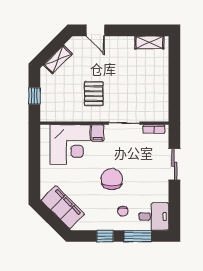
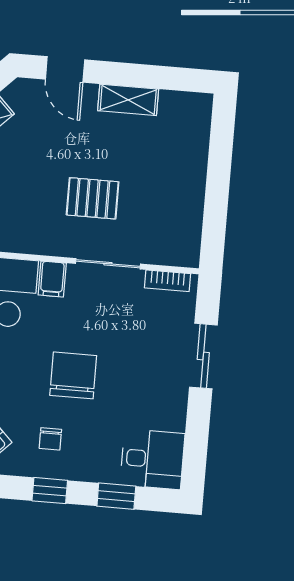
shelving: (149, 43) -> (128, 100), moved
pallet: (94, 94) -> (93, 198), moved, turned 90
chair: (123, 211) -> (50, 439), moved
window: (138, 236) -> (116, 496), width x0.67

